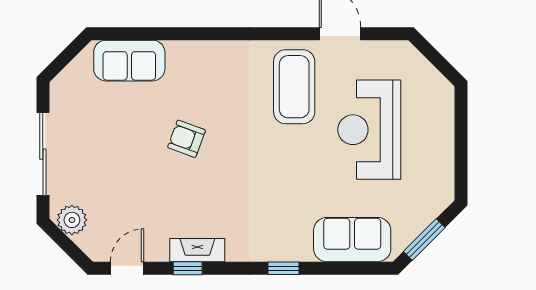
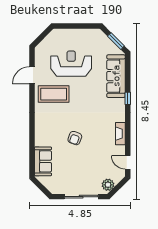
reception desk: (369, 130) -> (71, 64), turned 180
sofa: (352, 240) -> (116, 76), width x1.36
window: (188, 268) -> (128, 138), removed

